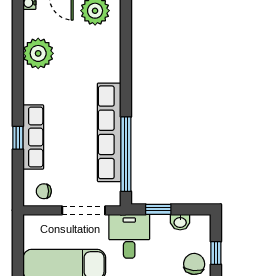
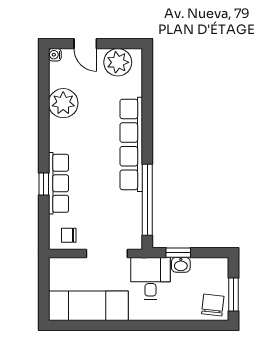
row of seats: (109, 132) -> (131, 144), moved
washbasin: (180, 222) -> (181, 265), moved
window: (216, 253) -> (234, 294), width x1.50

